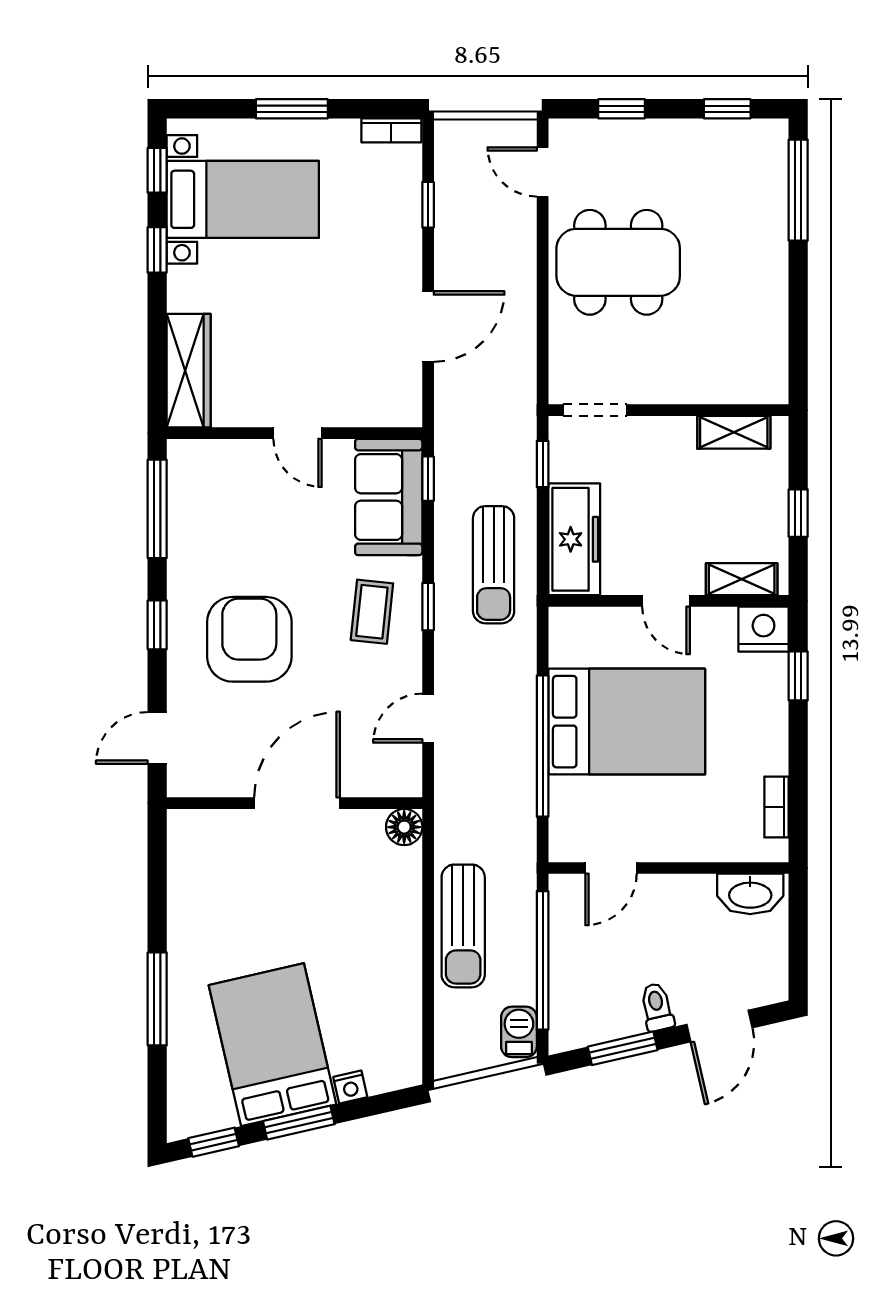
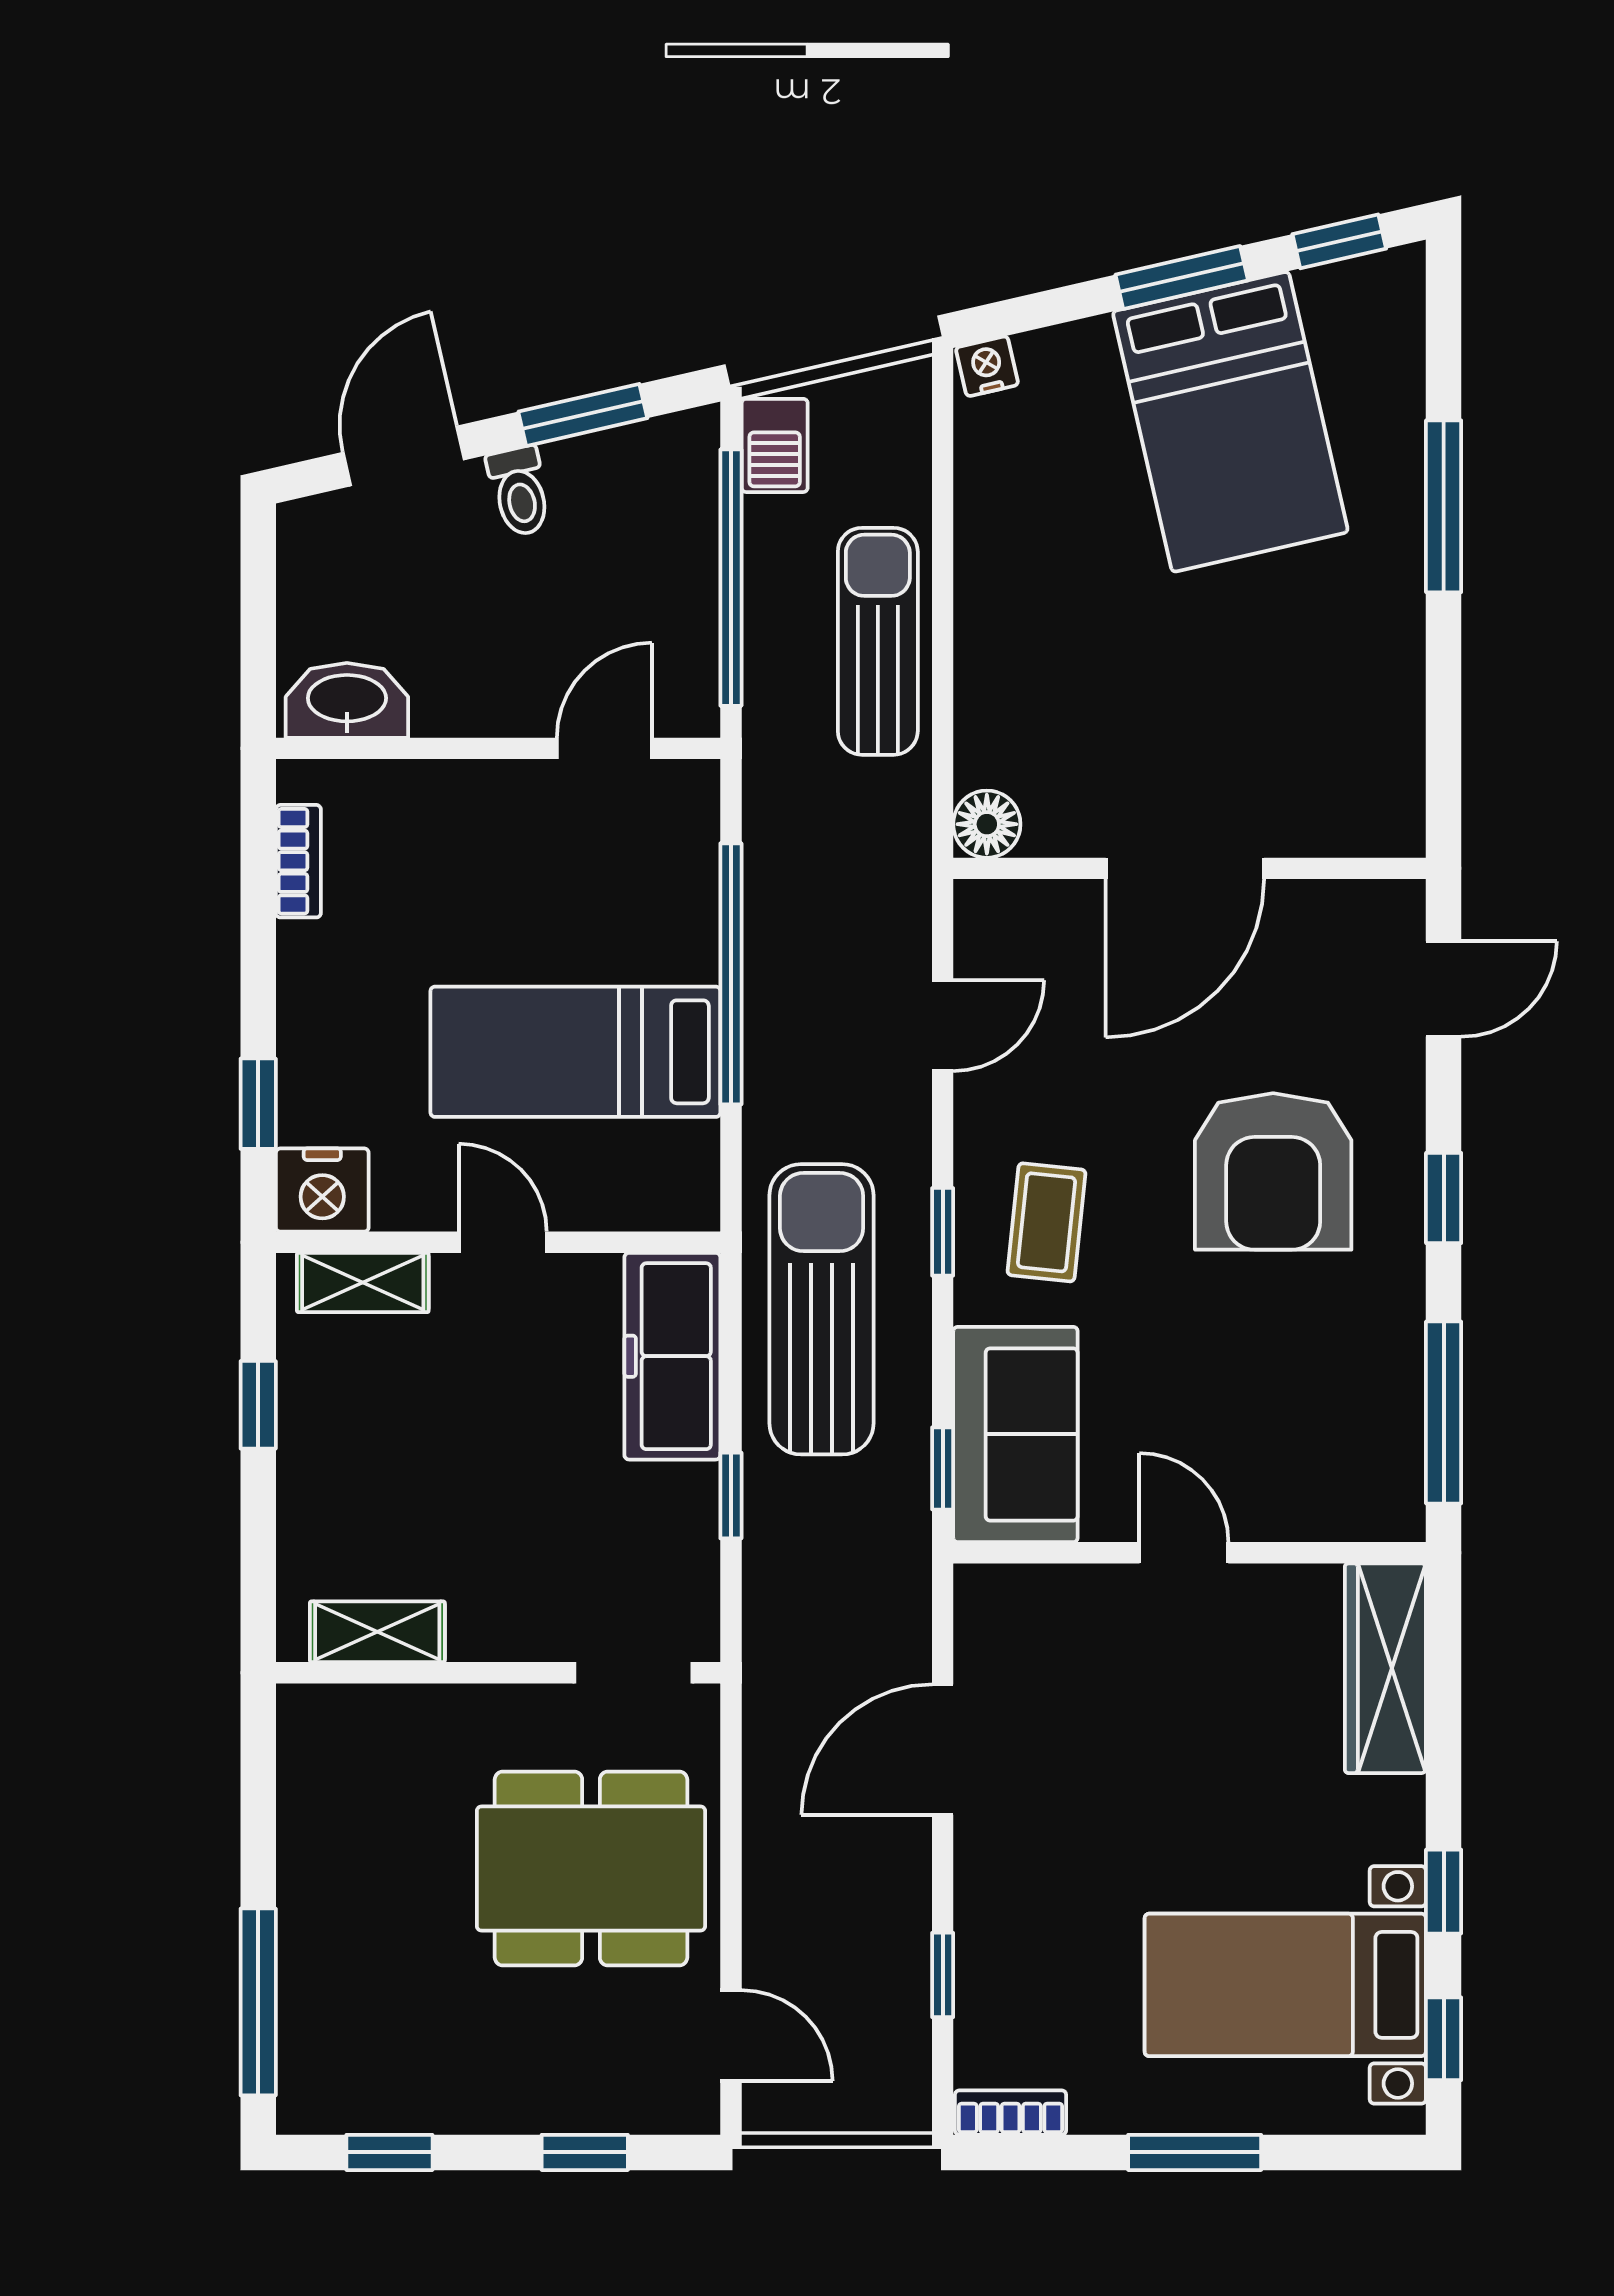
doorway: (595, 410) -> (633, 1673), moved
wall: (668, 410) -> (498, 1673), moved
shelving: (734, 432) -> (377, 1632), moved
sun lounger: (494, 565) -> (822, 1309), width x1.36, depth x1.34
bed: (627, 722) -> (575, 1052), width x0.67
nightstand: (350, 1087) -> (987, 366), moved

